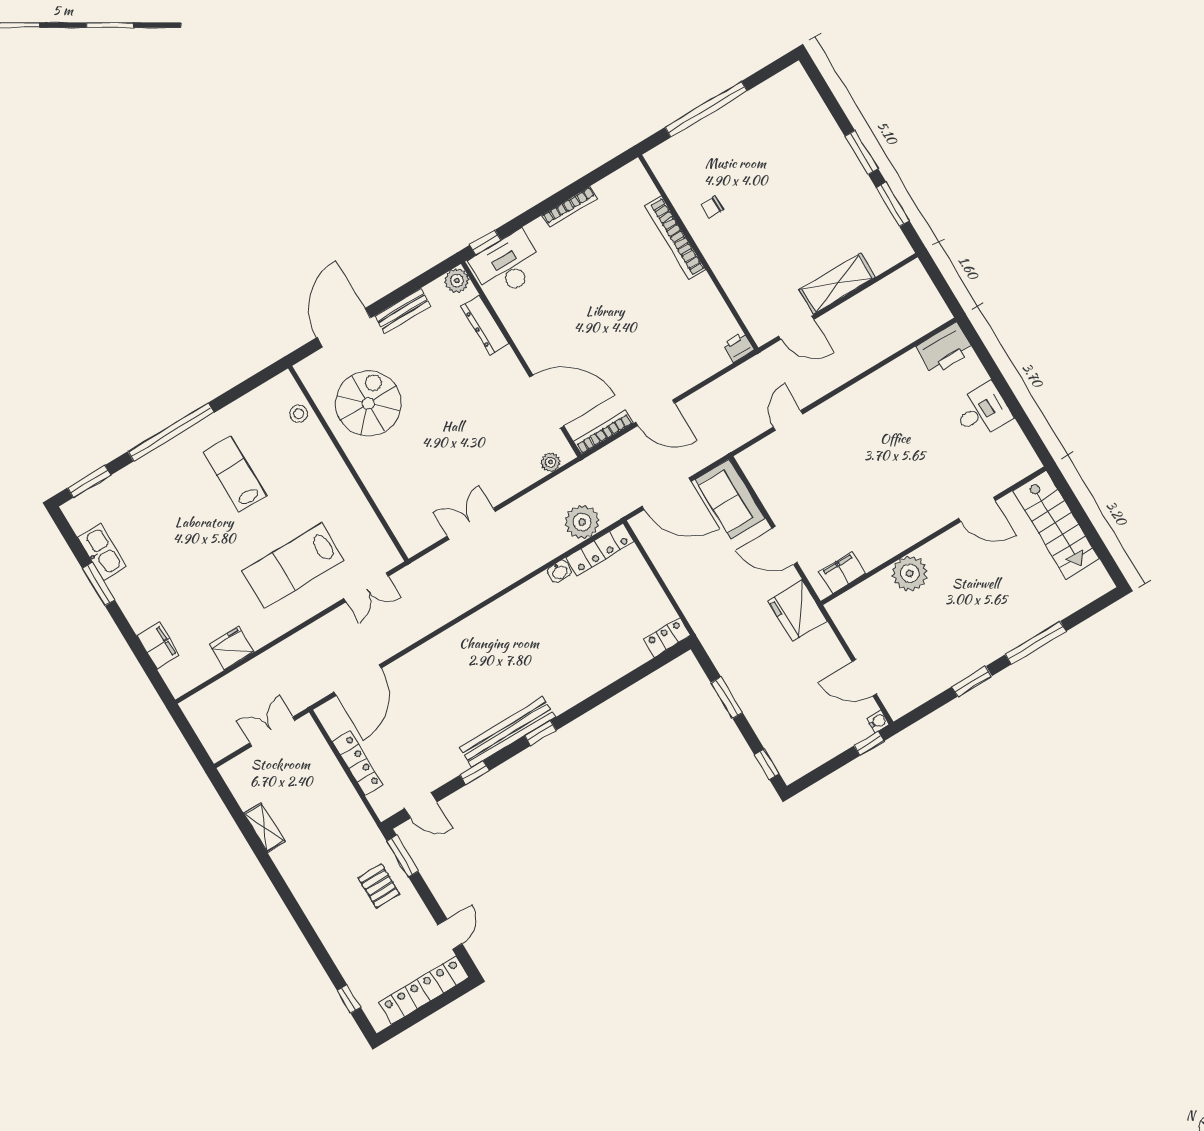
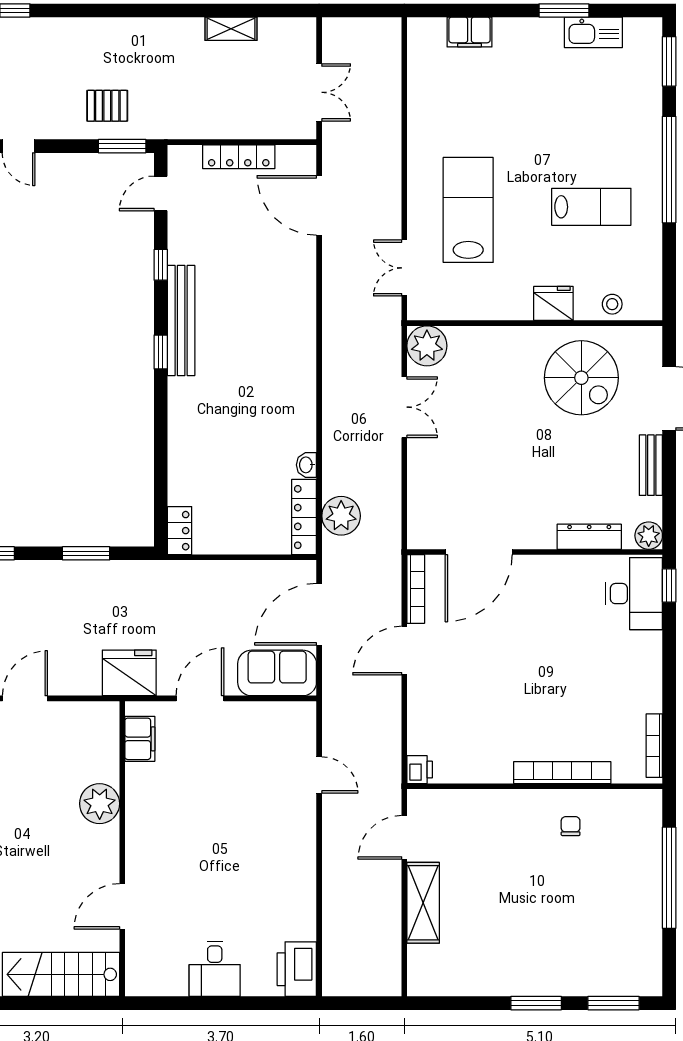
window: (893, 204) -> (614, 1003), moved
bookcase: (570, 207) -> (654, 746), moved
plant: (551, 462) -> (427, 346), moved, width x1.87, depth x1.87
fridge: (231, 648) -> (553, 303), moved, turned -90

